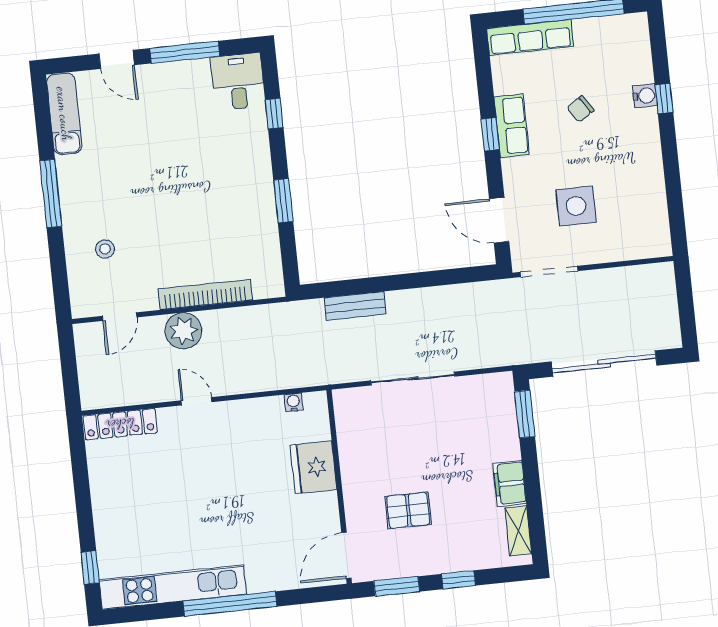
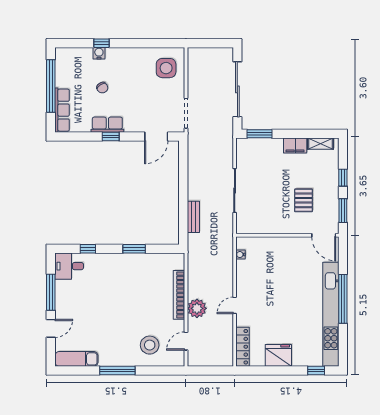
side table: (576, 206) -> (166, 68), moved
stool: (105, 249) -> (150, 345), width x1.89, depth x1.89
door: (120, 317) -> (186, 341), swing flipped
fridge: (314, 467) -> (278, 355), moved, turned 180
kitchen unit: (173, 587) -> (331, 314), width x1.36

